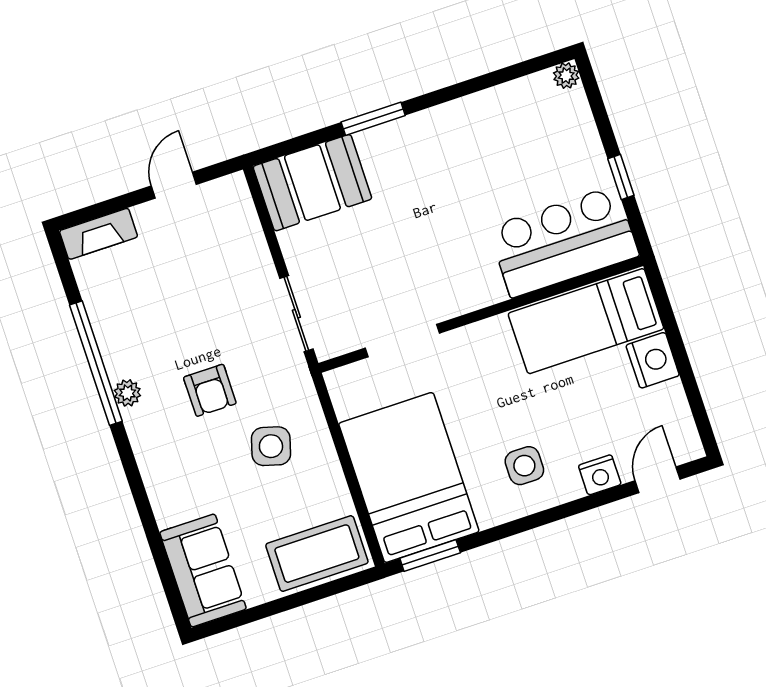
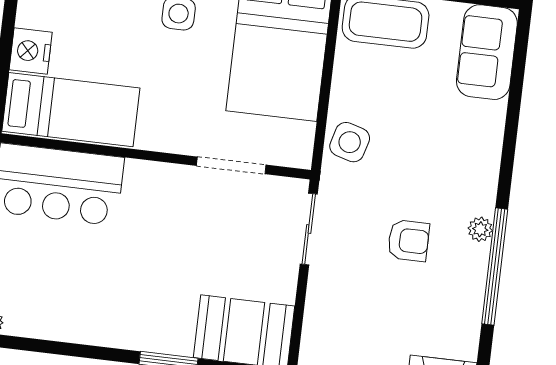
armchair: (210, 390) -> (408, 241), moved, turned 90
side table: (271, 446) -> (350, 142), moved

